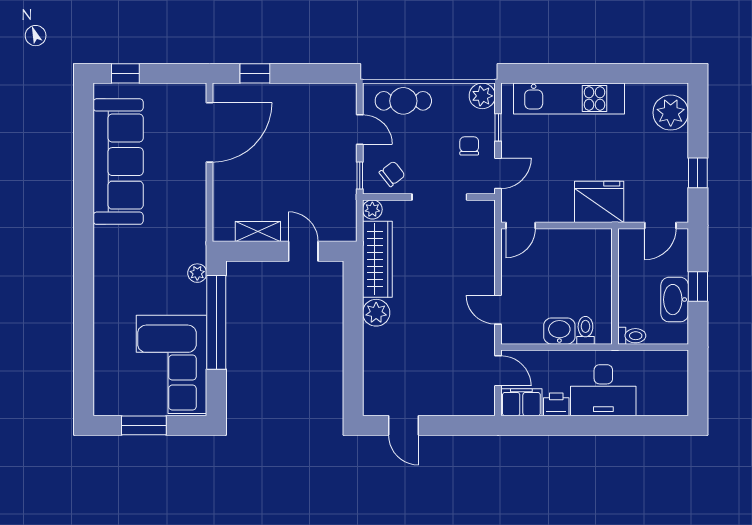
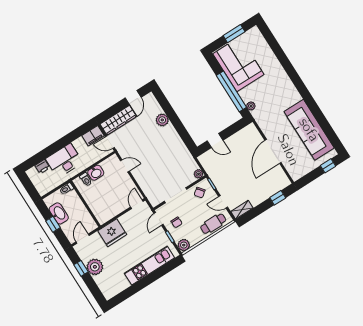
plant: (671, 113) -> (95, 267), moved
door: (210, 132) -> (273, 151), moved
shelving: (258, 232) -> (242, 210), moved
wardrobe: (377, 259) -> (118, 120), moved, turned -90
plant: (376, 313) -> (162, 120), moved
printer: (556, 404) -> (42, 167), moved
door: (404, 425) -> (133, 98), swing flipped

